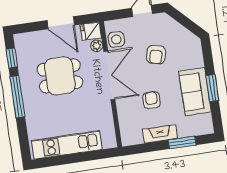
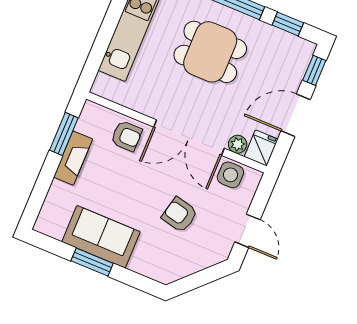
window: (29, 27) -> (314, 70), added
dining table: (60, 76) -> (210, 52), moved, turned 90
armchair: (151, 100) -> (126, 136), moved
window: (182, 143) -> (64, 134), moved

